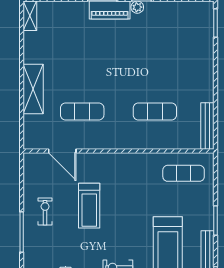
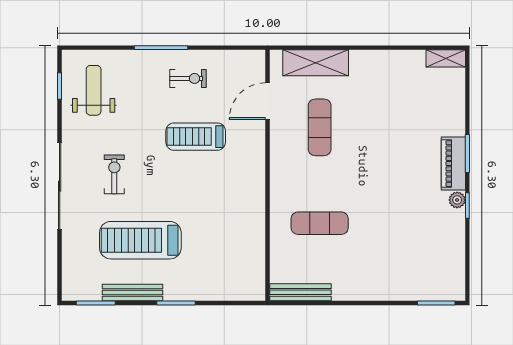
shelving: (33, 89) -> (316, 63), moved
exercise mat: (155, 112) -> (320, 223), turned 90
exercise mat: (184, 173) -> (238, 261), removed

